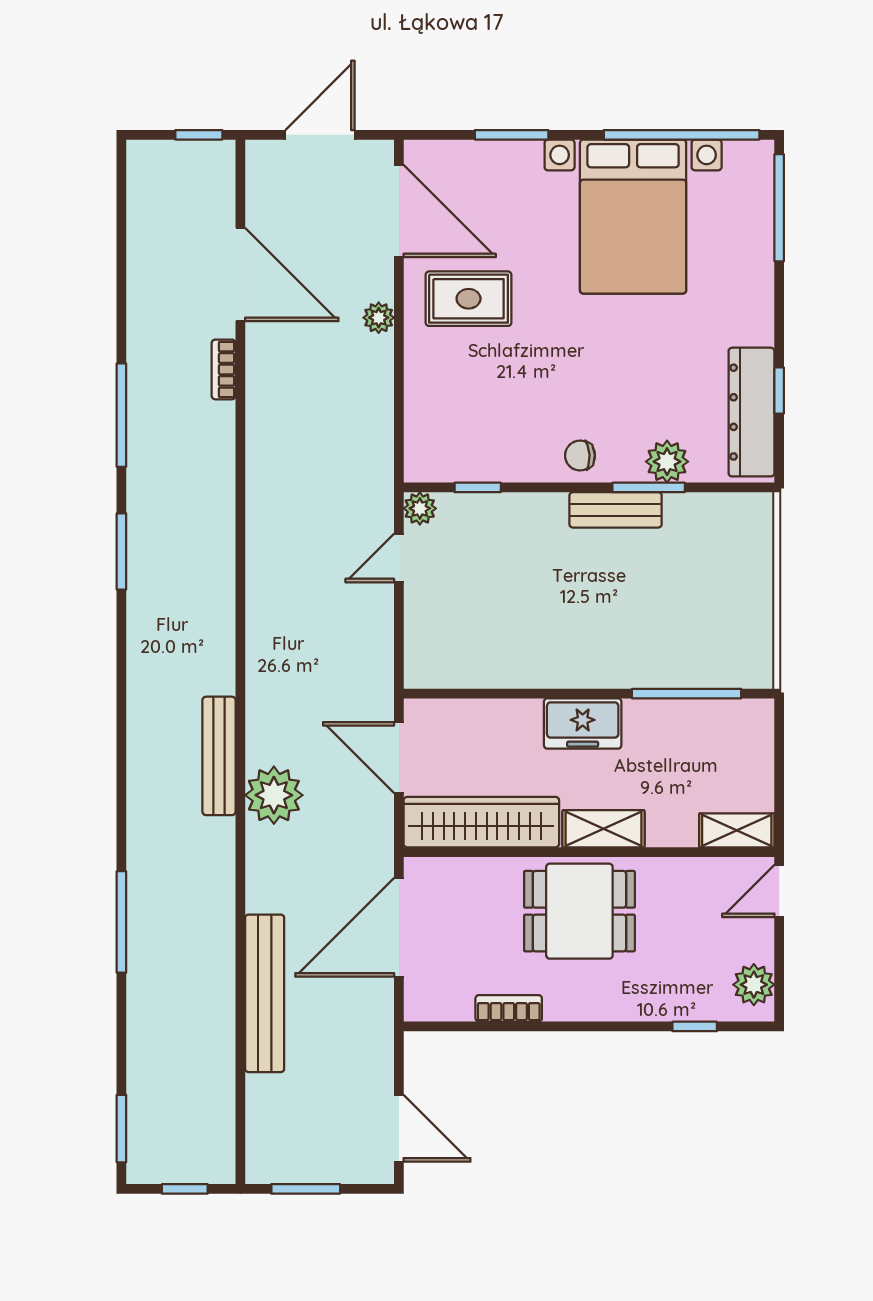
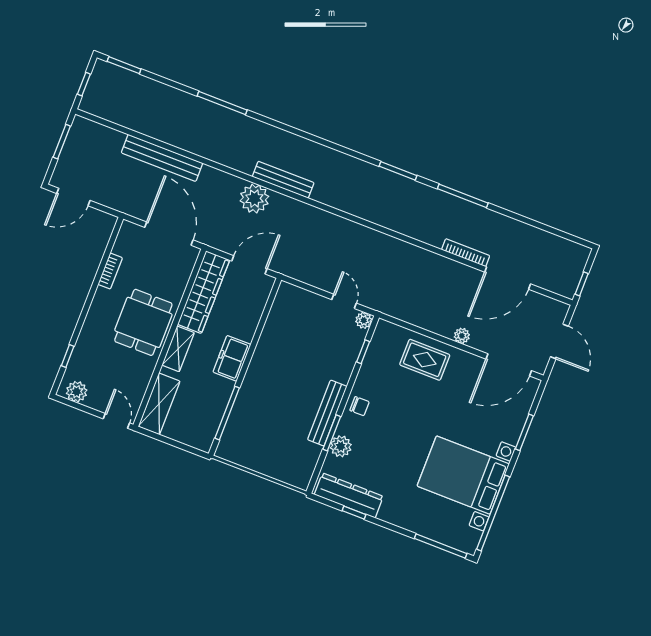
rug: (469, 299) -> (425, 360), moved, turned 90
bookcase: (224, 369) -> (466, 253), width x1.56
chair: (580, 456) -> (360, 406), turned 93
bench: (616, 510) -> (327, 413), width x1.36
shelving: (737, 830) -> (159, 404), width x1.50, depth x1.33

